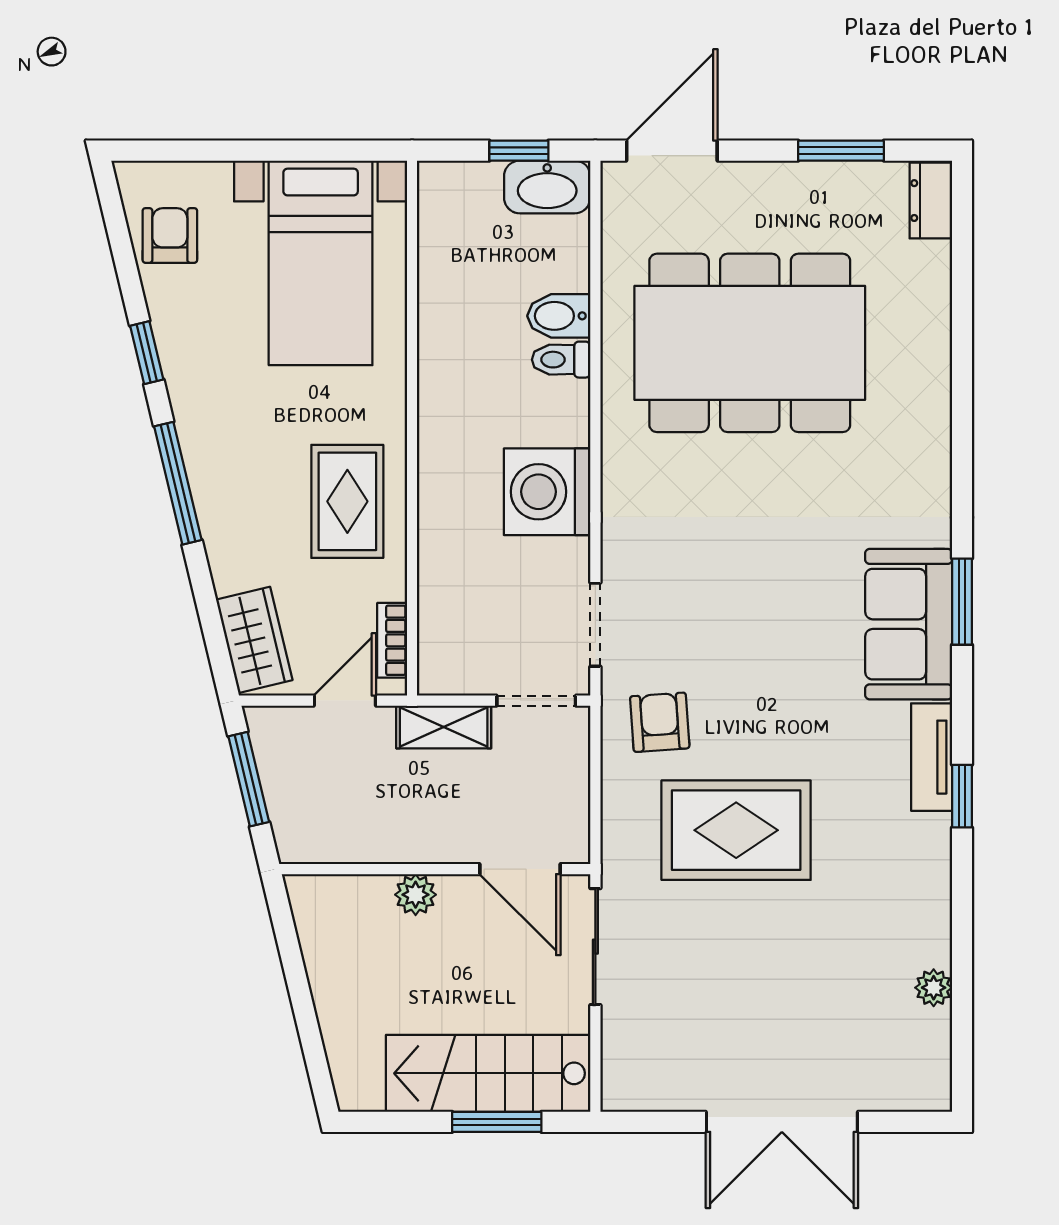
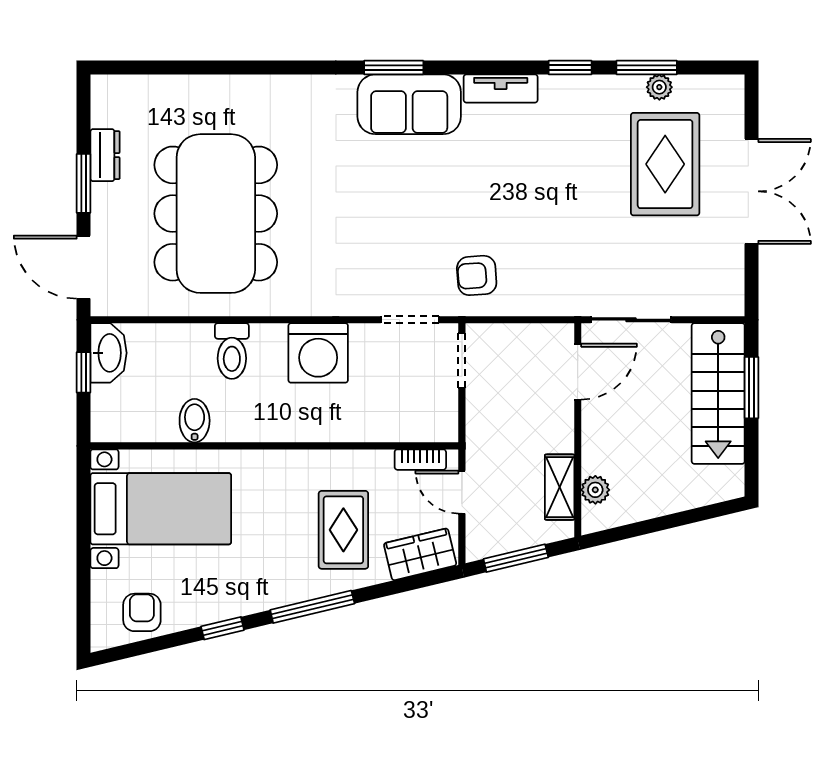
window: (841, 151) -> (84, 183), moved
dresser: (931, 201) -> (105, 155), moved, turned -90
armchair: (170, 235) -> (142, 612), turned 90
bidet: (559, 316) -> (195, 421), moved, turned 180
toilet: (561, 360) -> (232, 351), width x1.37, depth x1.39
rug: (347, 501) -> (343, 530), moved, turned 90
shelving: (444, 727) -> (560, 487), moved
window: (962, 796) -> (570, 68), moved
rug: (736, 830) -> (665, 164), moved
plant: (416, 895) -> (595, 490), moved
window: (962, 969) -> (647, 68), added

